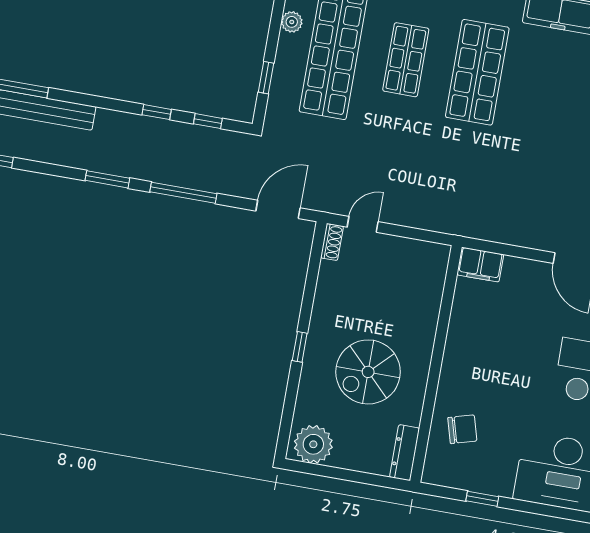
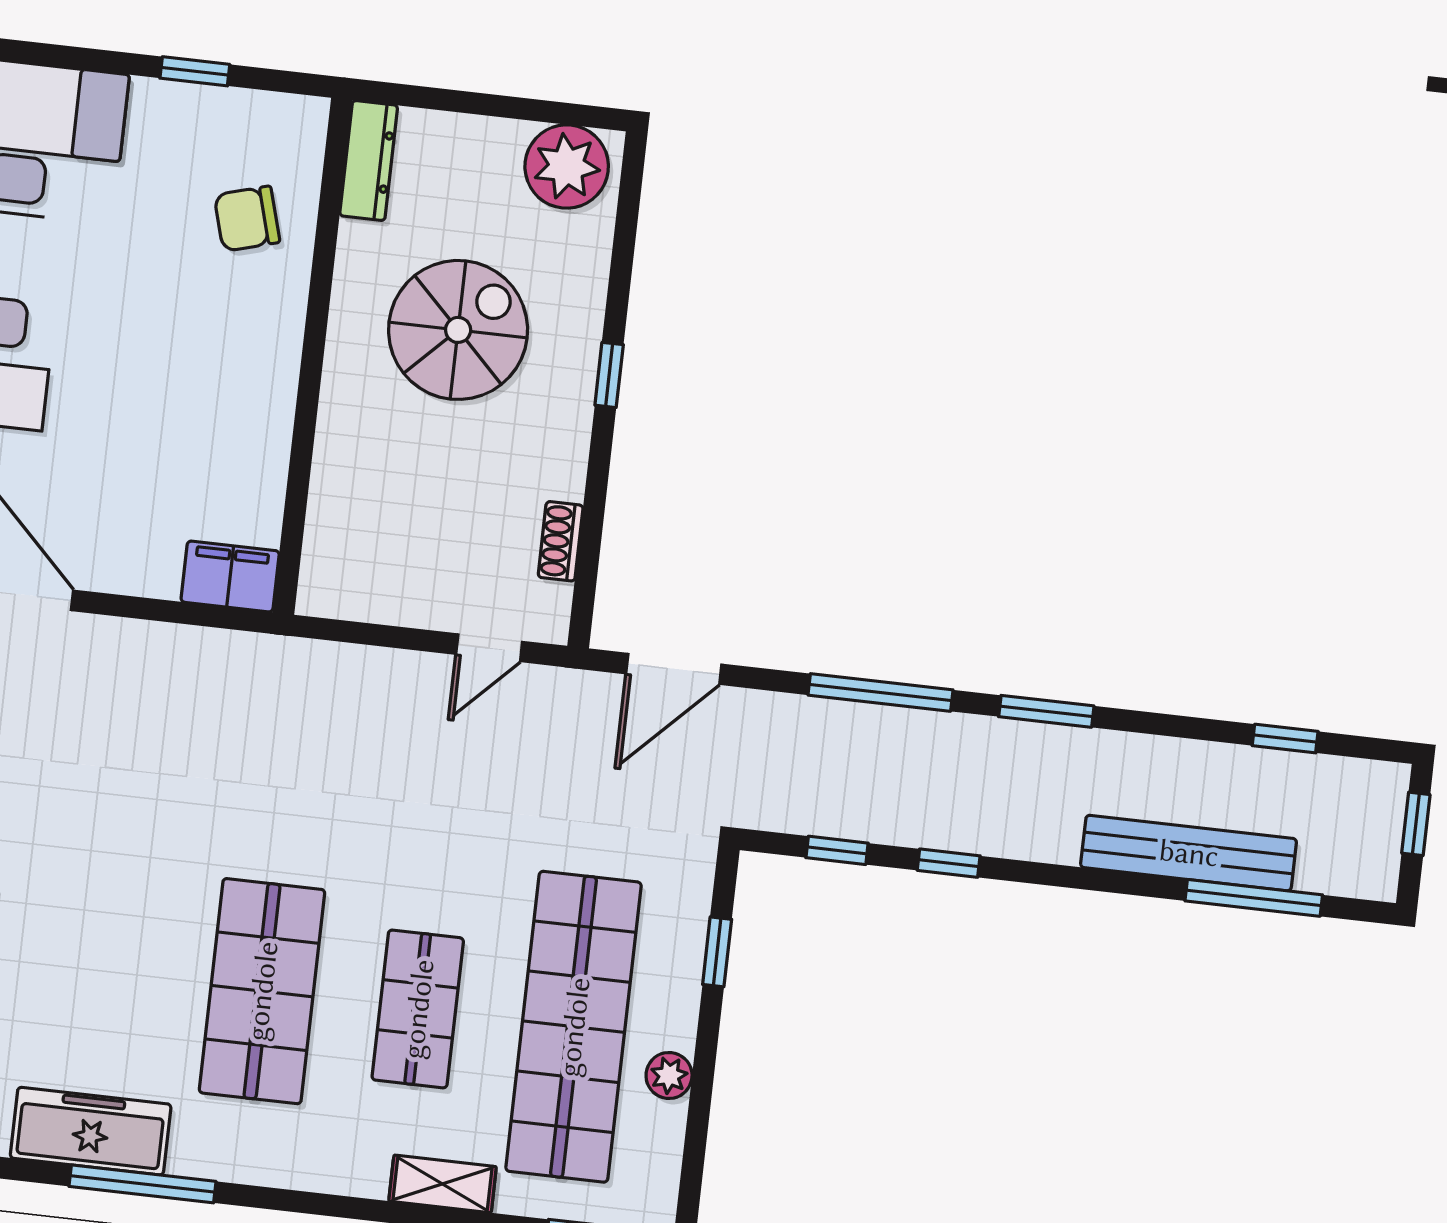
shoe rack: (332, 242) -> (561, 541), moved

